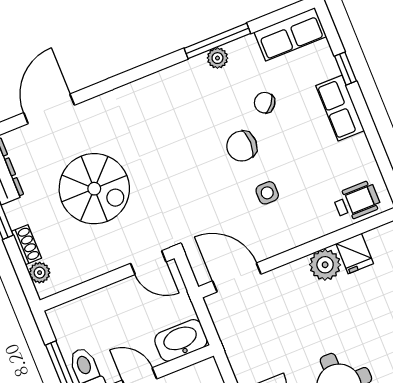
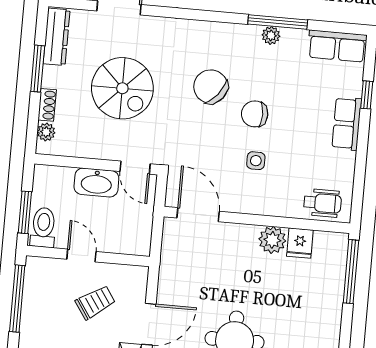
chair: (265, 103) -> (211, 87), moved, width x1.87, depth x1.87
washbasin: (181, 340) -> (96, 182), moved, turned 180

